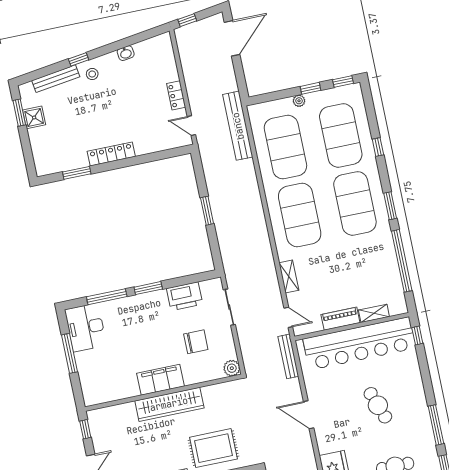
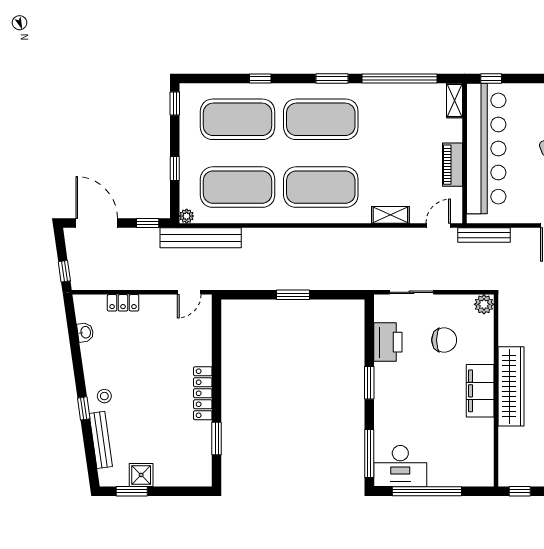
washbasin: (126, 53) -> (85, 332), moved
window: (241, 80) -> (148, 223), added
window: (311, 88) -> (175, 169), moved
locker: (176, 95) -> (123, 303), moved
plant: (299, 101) -> (187, 216), moved
window: (107, 297) -> (369, 453), moved
shelving: (374, 313) -> (454, 100), moved
chair: (196, 342) -> (444, 340), turned 90
window: (70, 353) -> (427, 491), width x1.46

